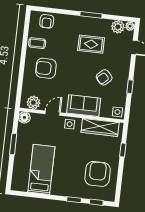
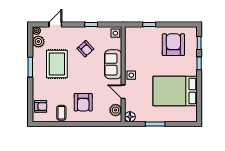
rug: (91, 44) -> (57, 64), width x1.36, depth x1.43
wardrobe: (100, 127) -> (131, 47), removed
bed: (41, 169) -> (175, 91), width x1.50
armchair: (98, 174) -> (173, 45), turned 90

